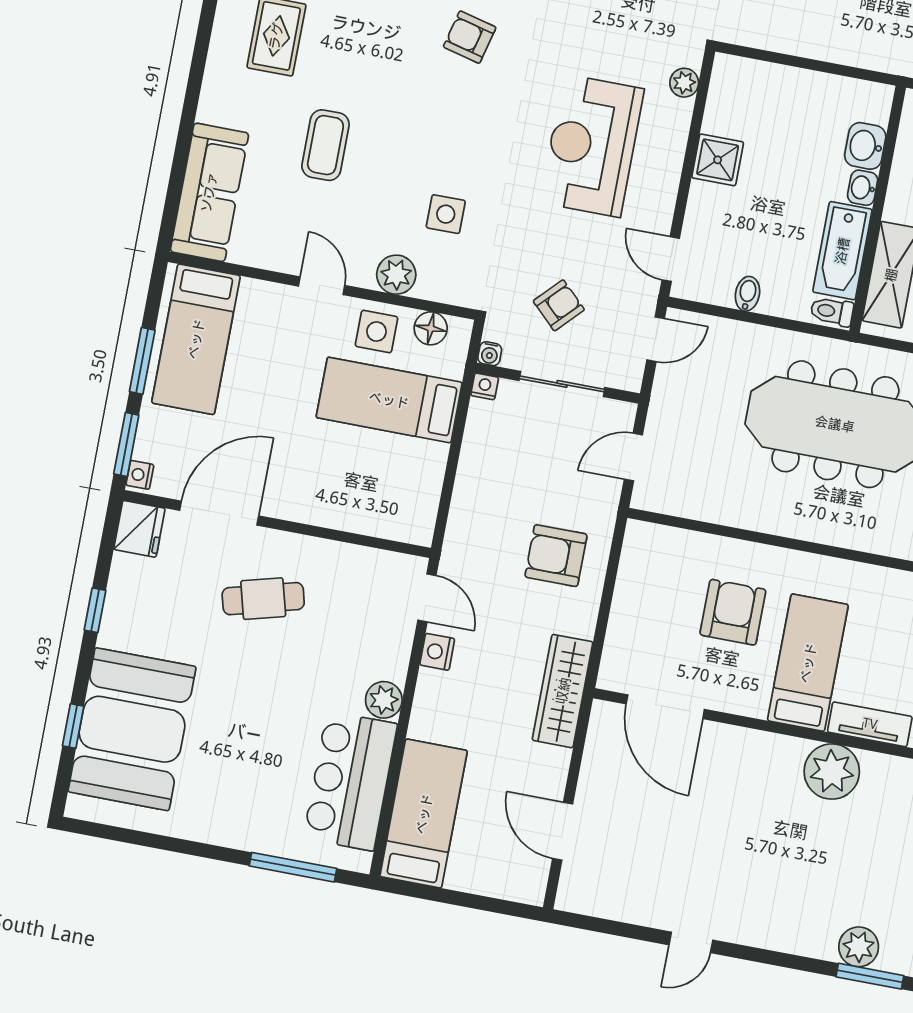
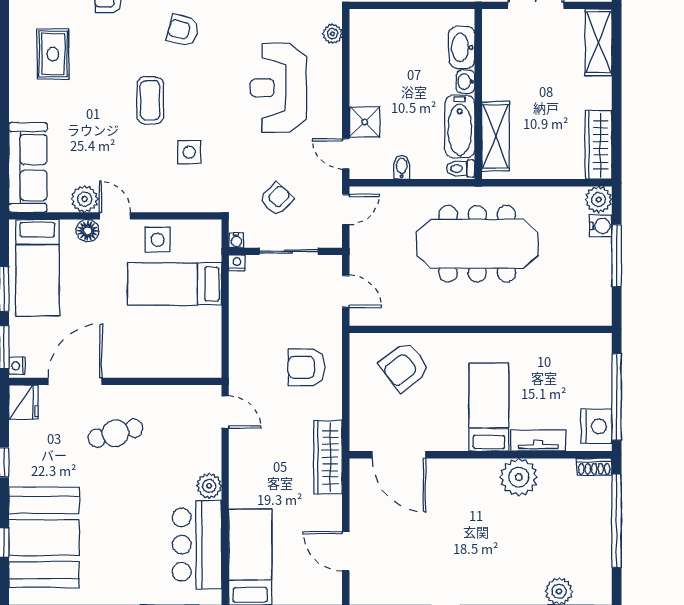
coffee table: (325, 145) -> (150, 100), moved
washbasin: (865, 146) -> (462, 47), width x1.38
shower: (718, 160) -> (365, 122), moved
plant: (396, 275) -> (85, 199), moved
floor lamp: (431, 328) -> (88, 231), moved
door: (633, 457) -> (346, 291), swing flipped
armchair: (733, 612) -> (404, 367), moved, turned -127
nightstand: (437, 652) -> (239, 447), removed

